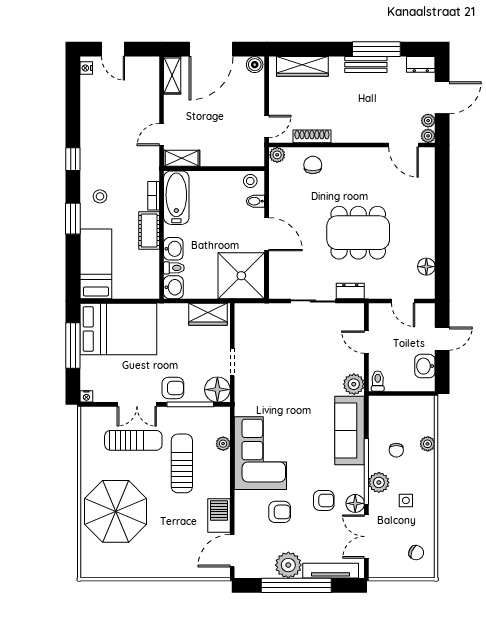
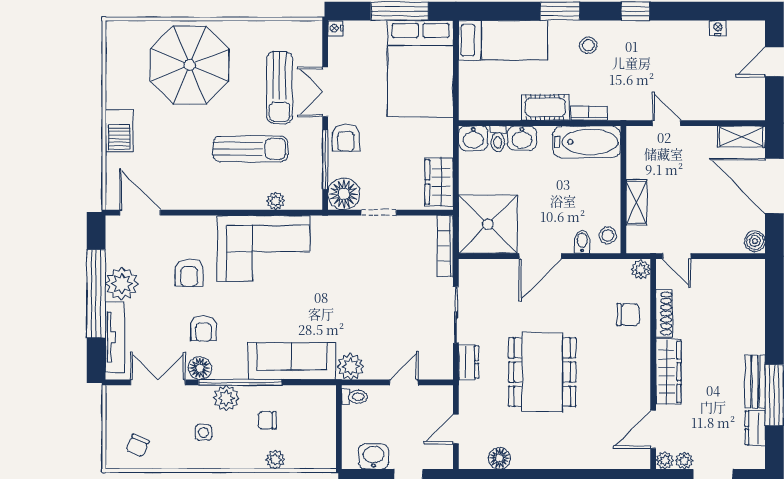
dresser: (421, 64) -> (755, 428), moved
wardrobe: (302, 66) -> (669, 372), moved, turned 180
nightstand: (86, 68) -> (718, 28), moved
shelving: (182, 158) -> (636, 202), moved
bookcase: (259, 309) -> (445, 246), added
barbecue: (219, 516) -> (119, 130), moved, turned 90

